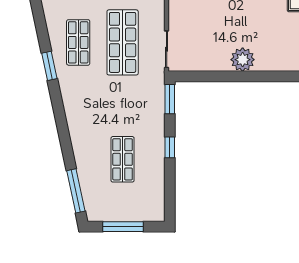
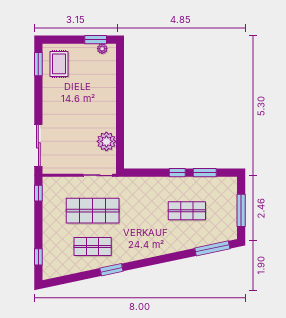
plant: (243, 60) -> (106, 141), moved
window: (170, 99) -> (205, 173), moved

